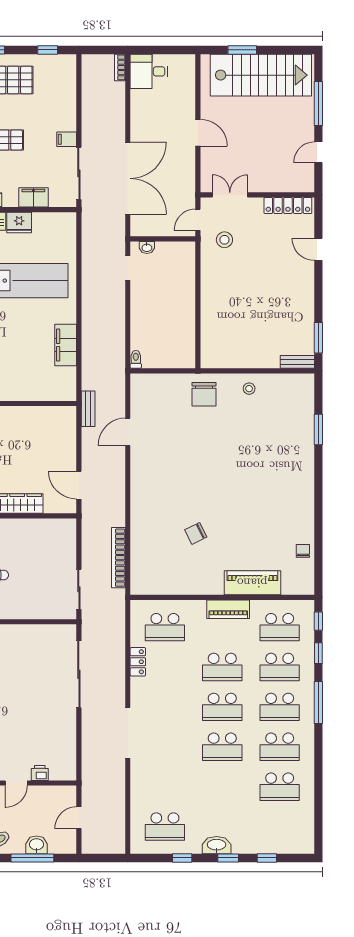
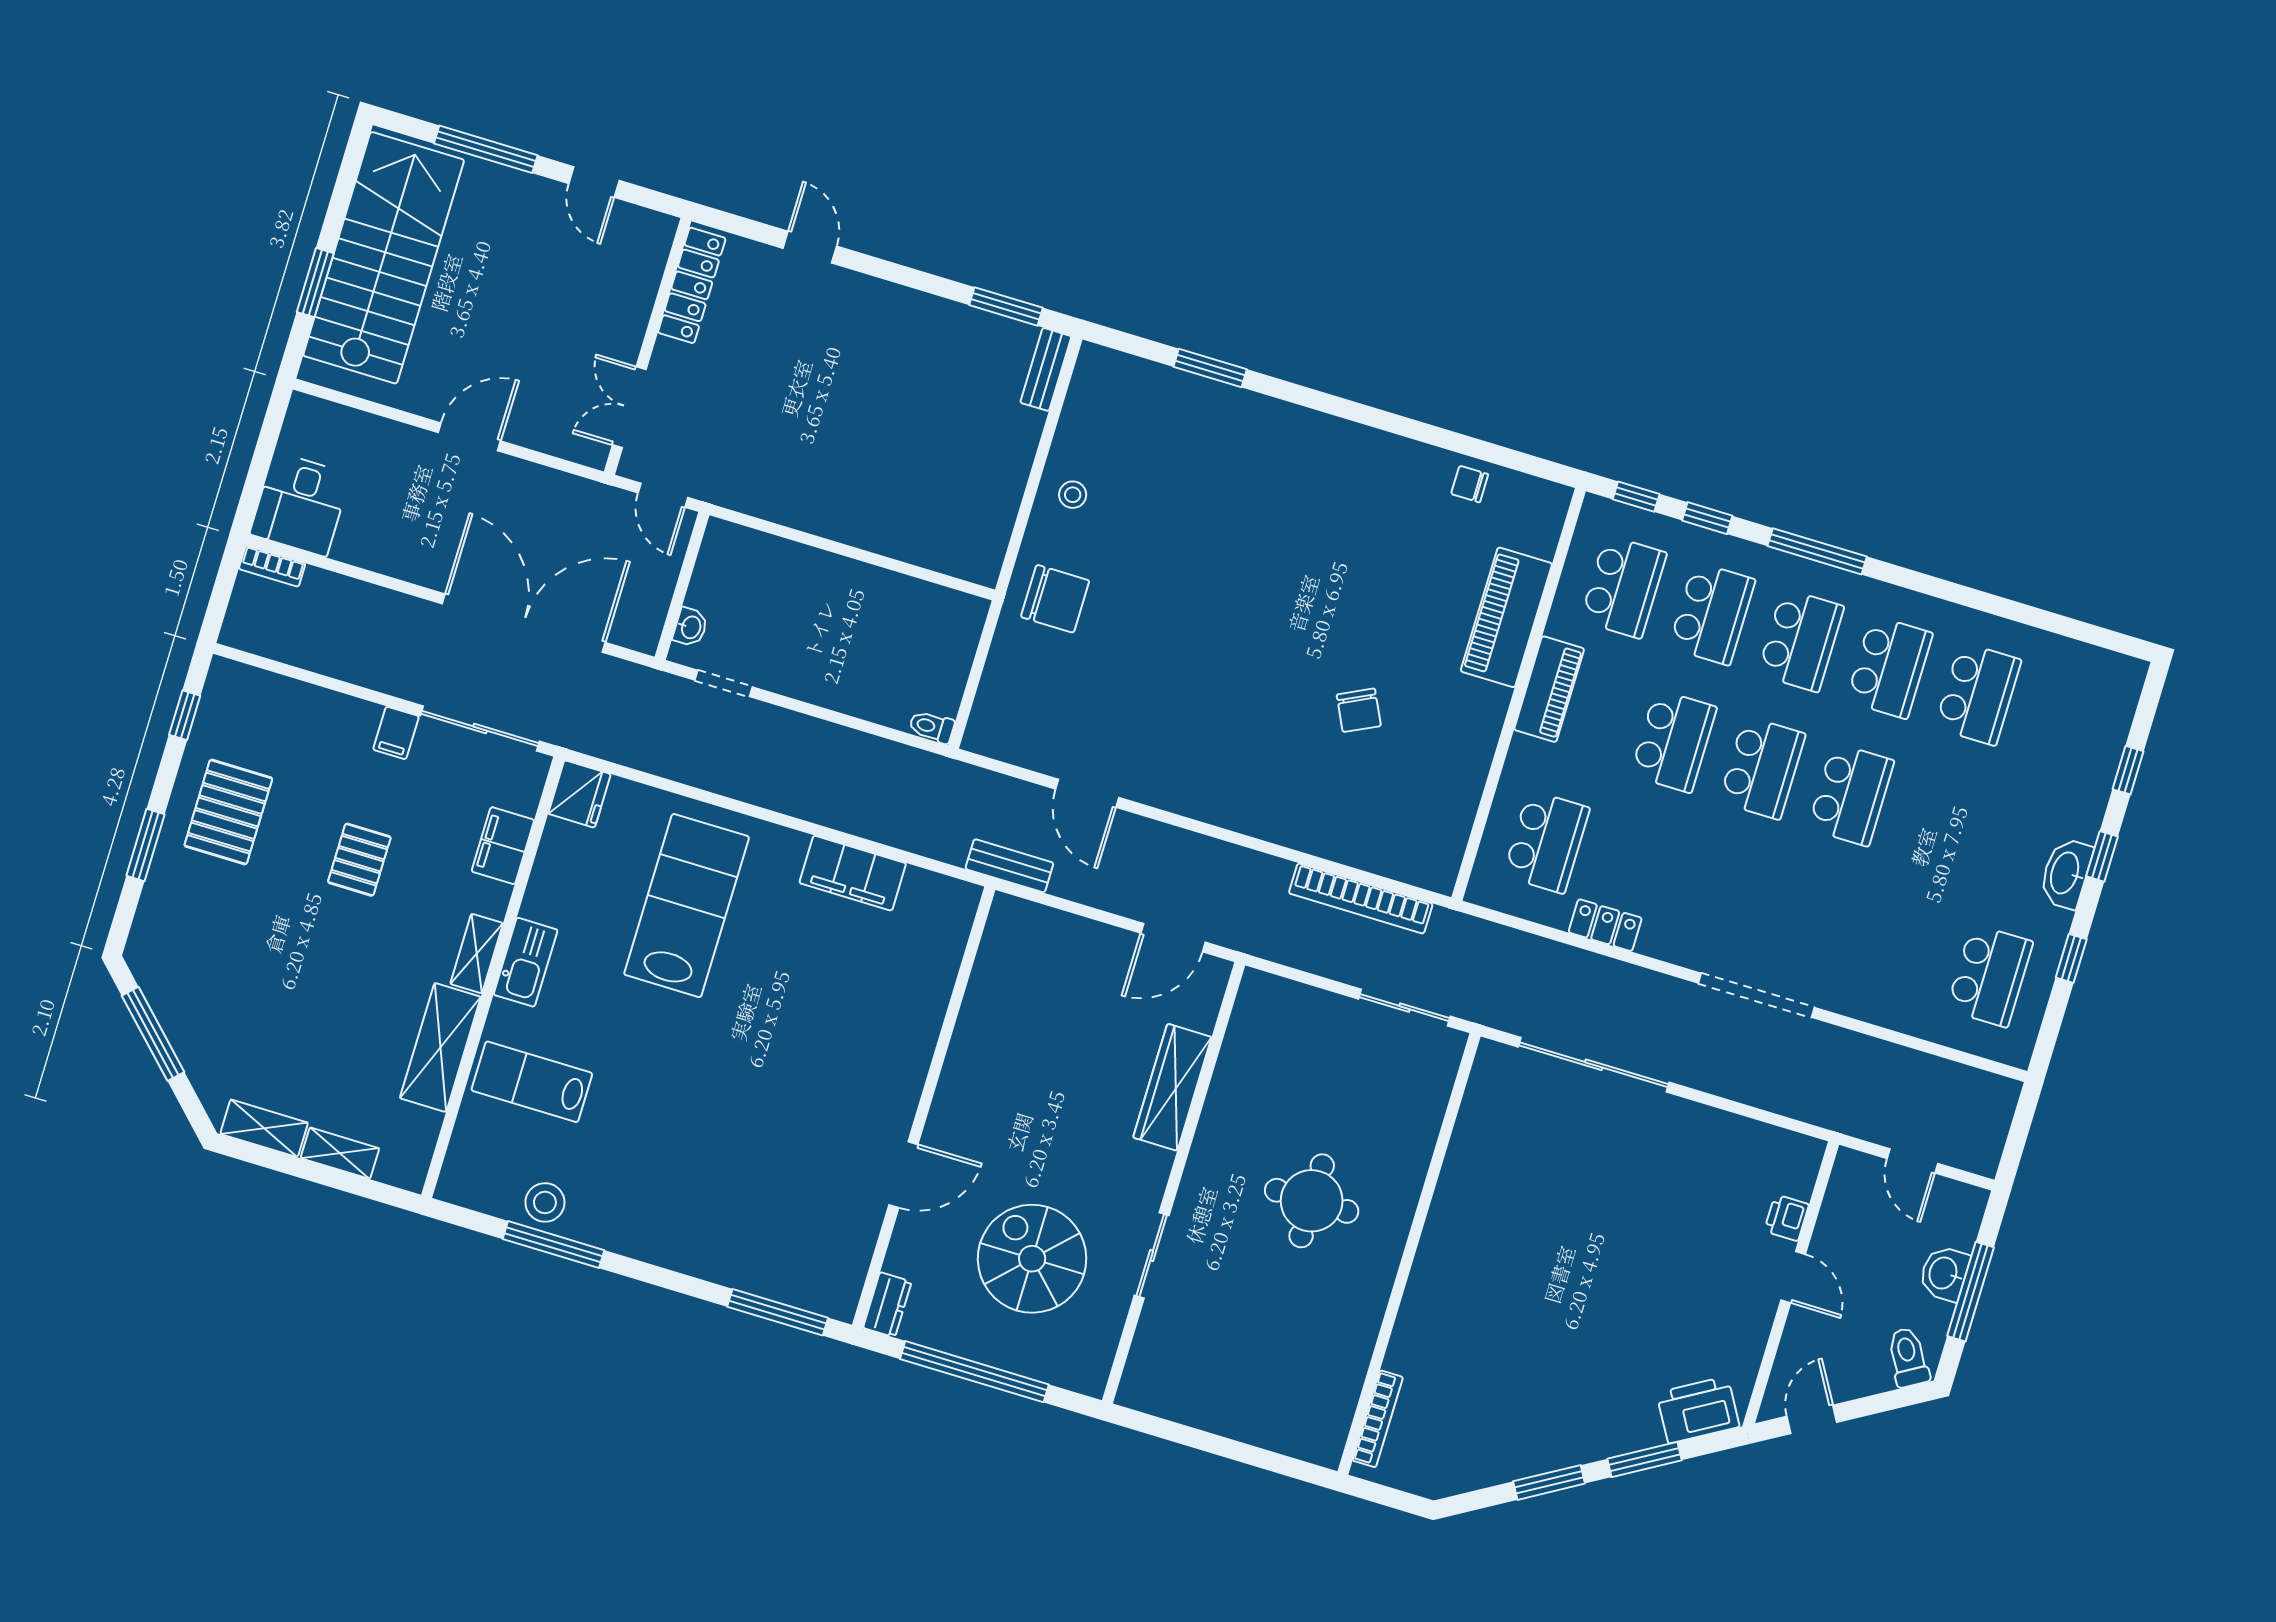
fridge: (19, 223) -> (579, 794), moved
stool: (224, 240) -> (725, 449), removed
door: (318, 249) -> (810, 247), swing flipped

